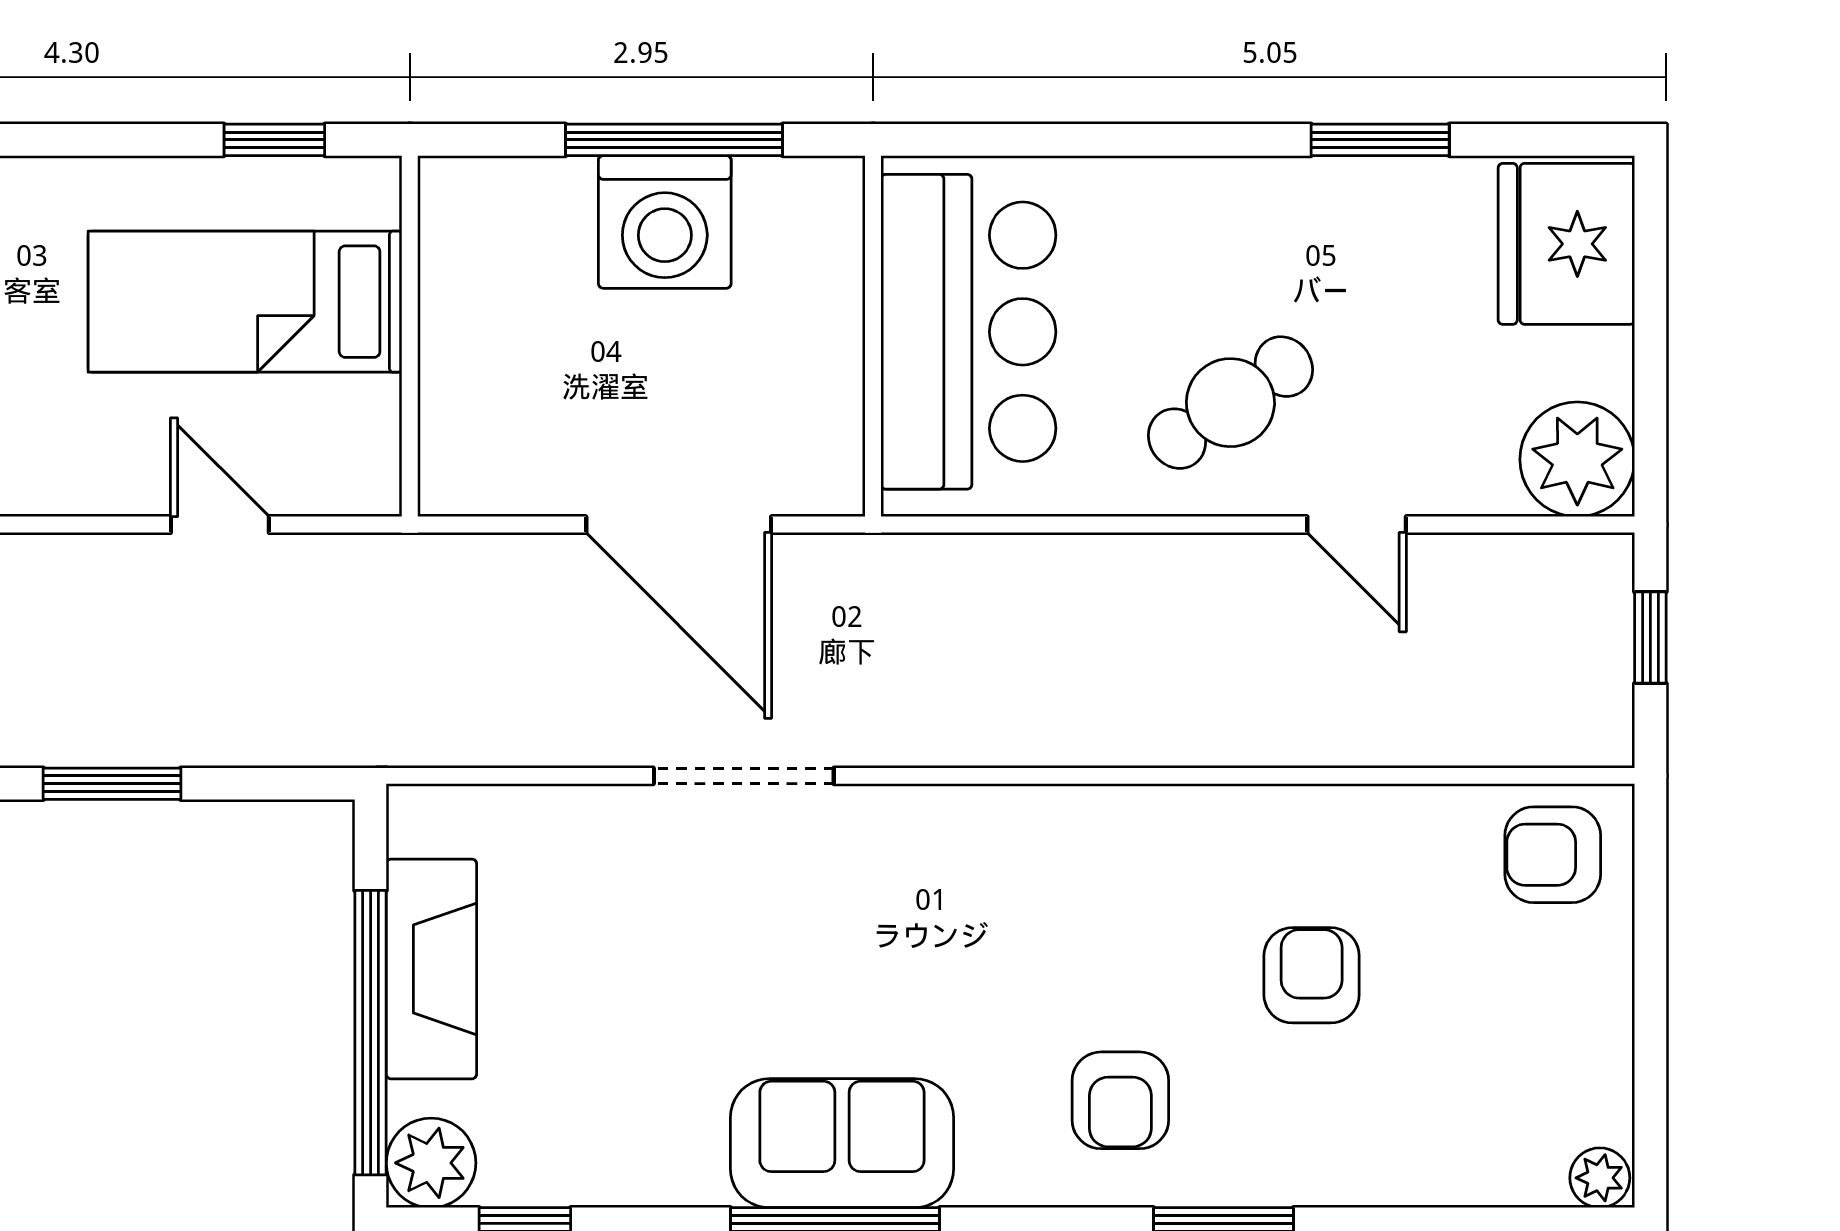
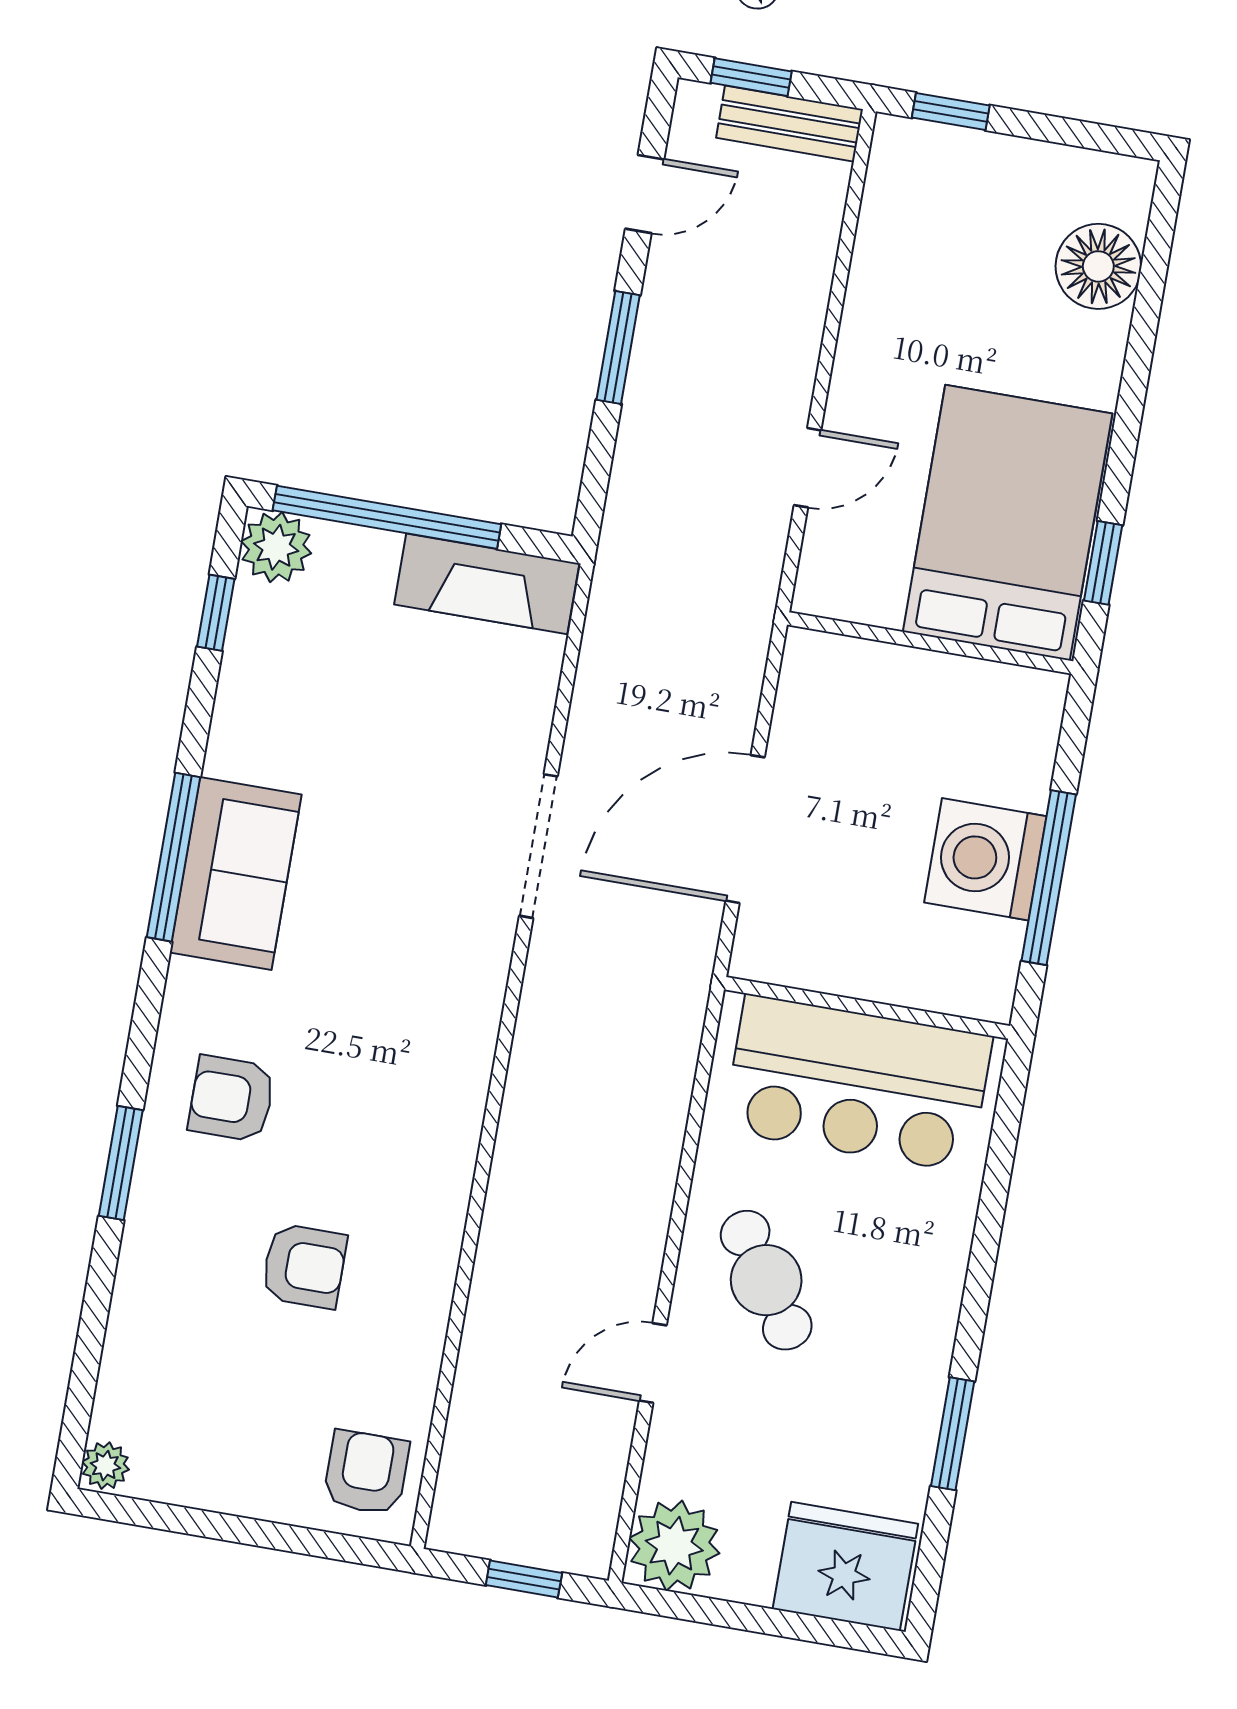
bed: (245, 302) -> (1008, 523), width x1.50
fireplace: (431, 969) -> (487, 584), moved

